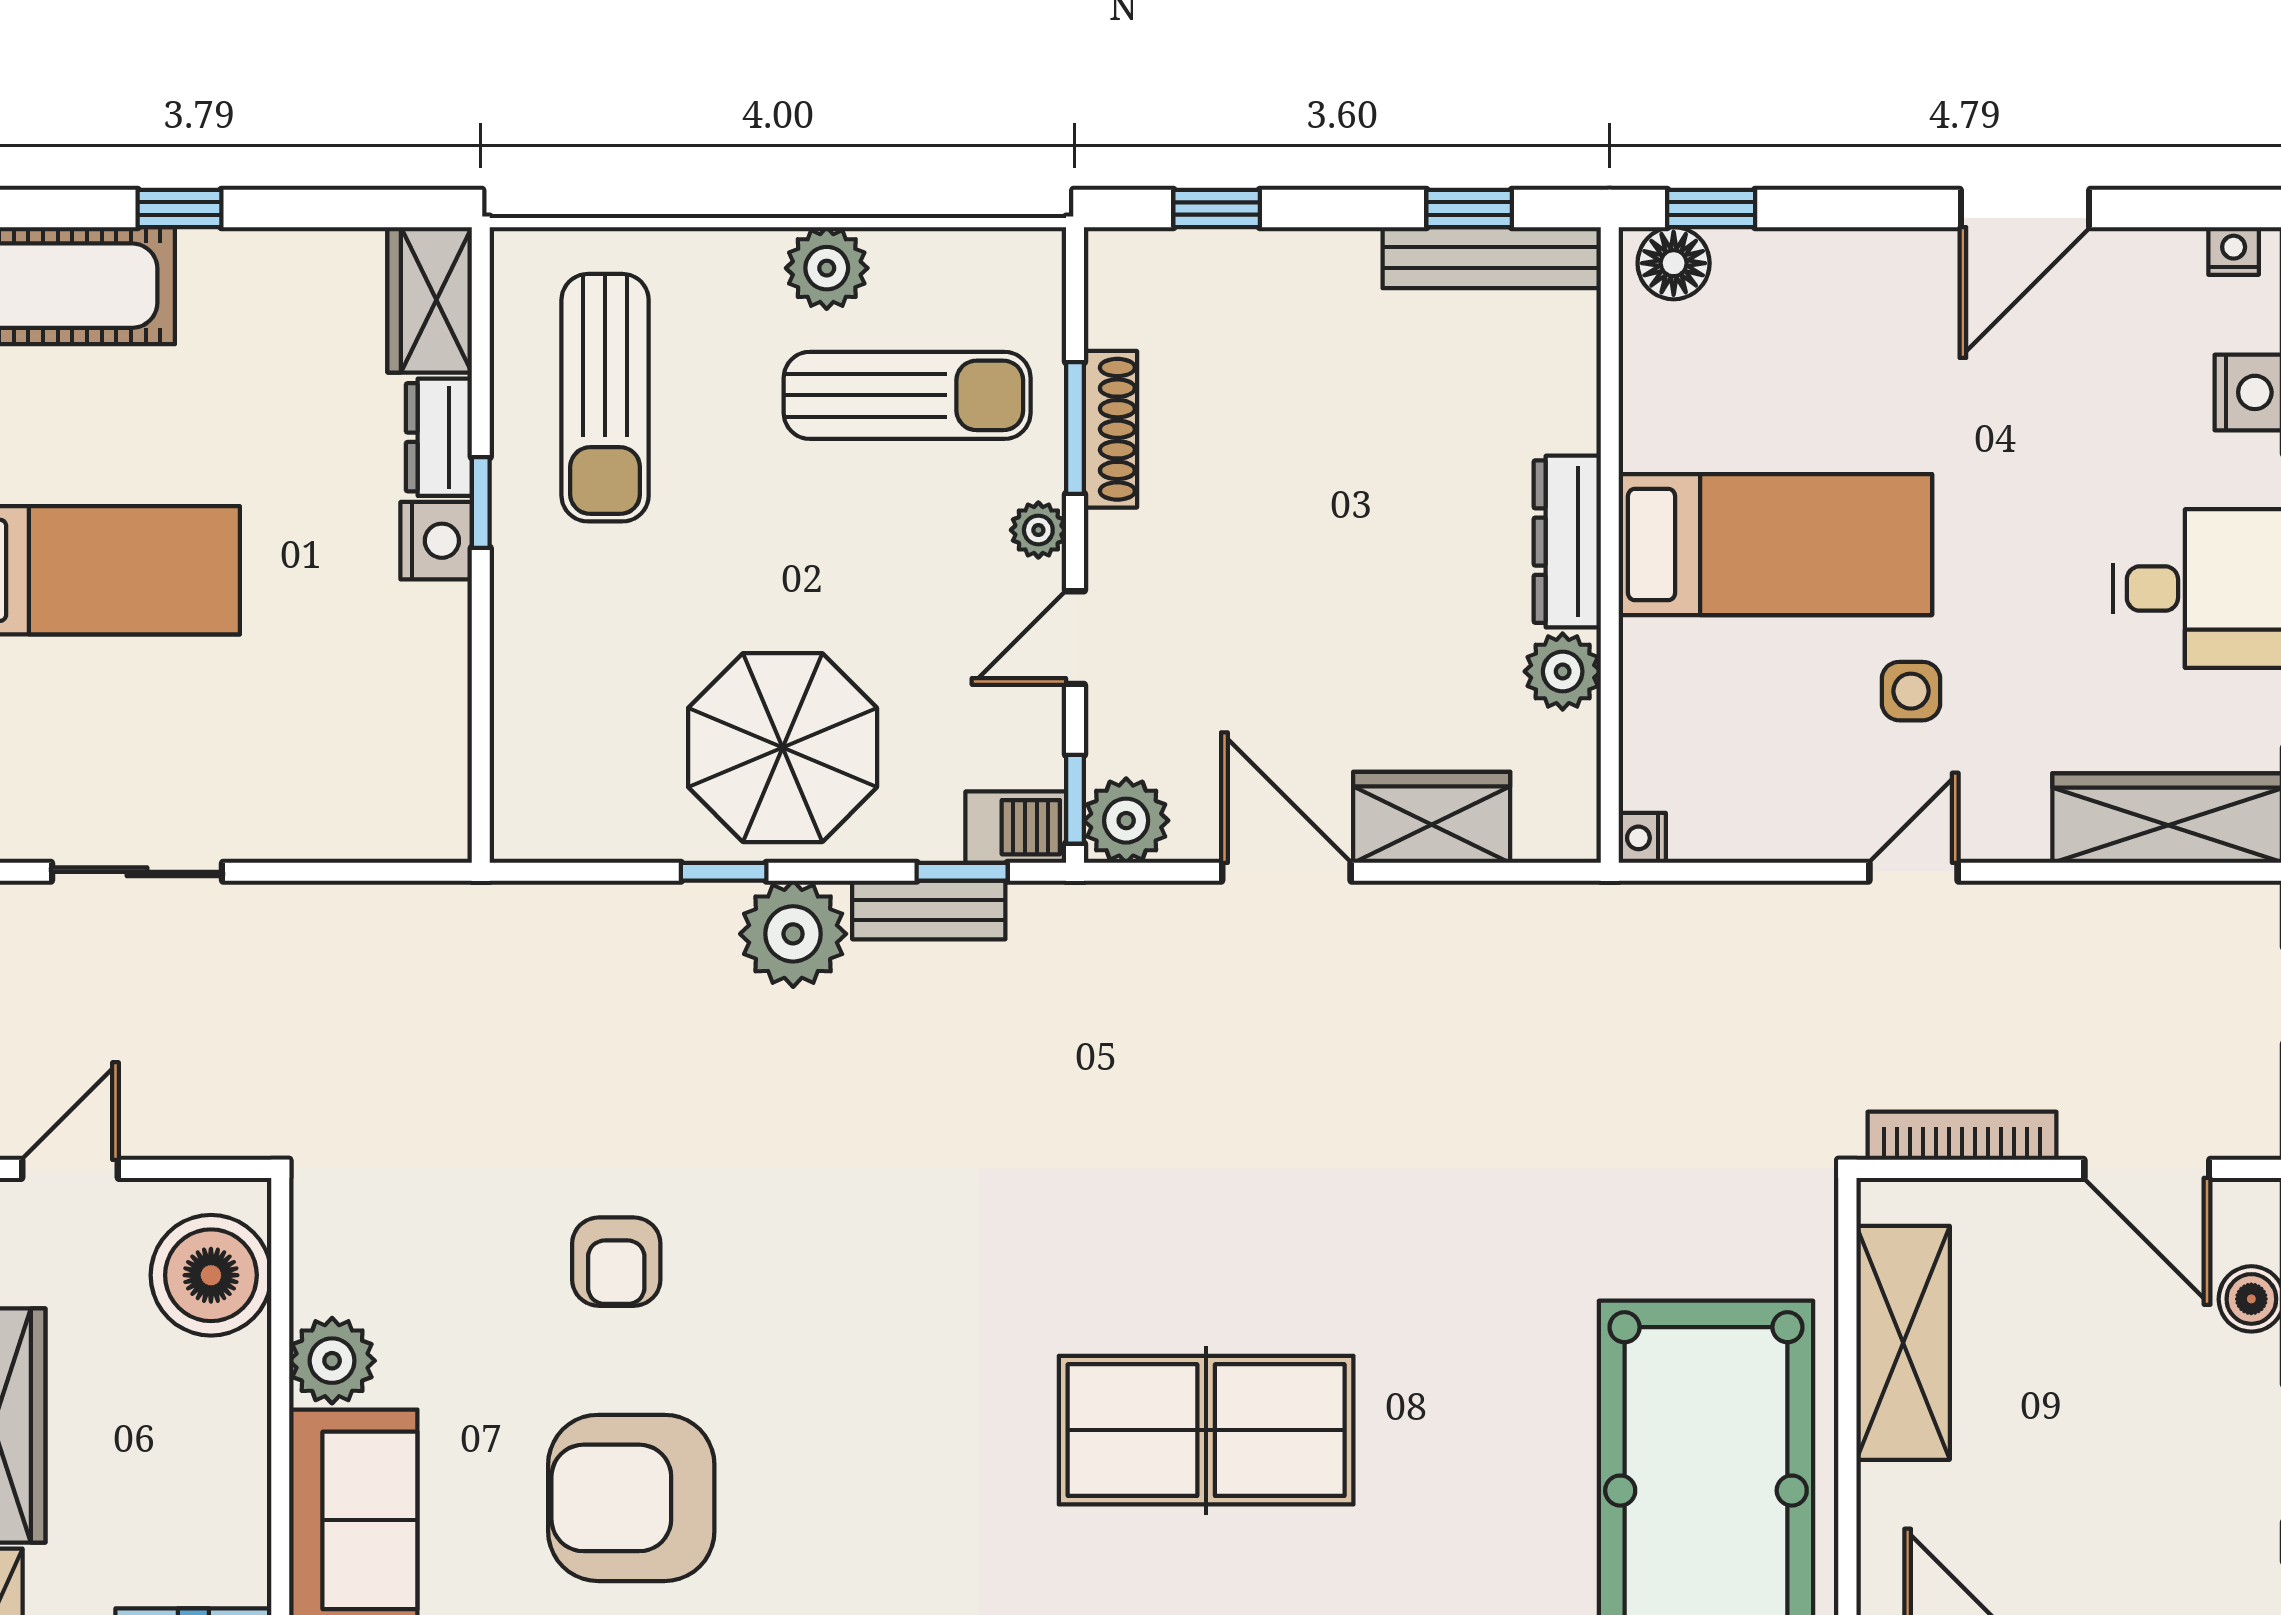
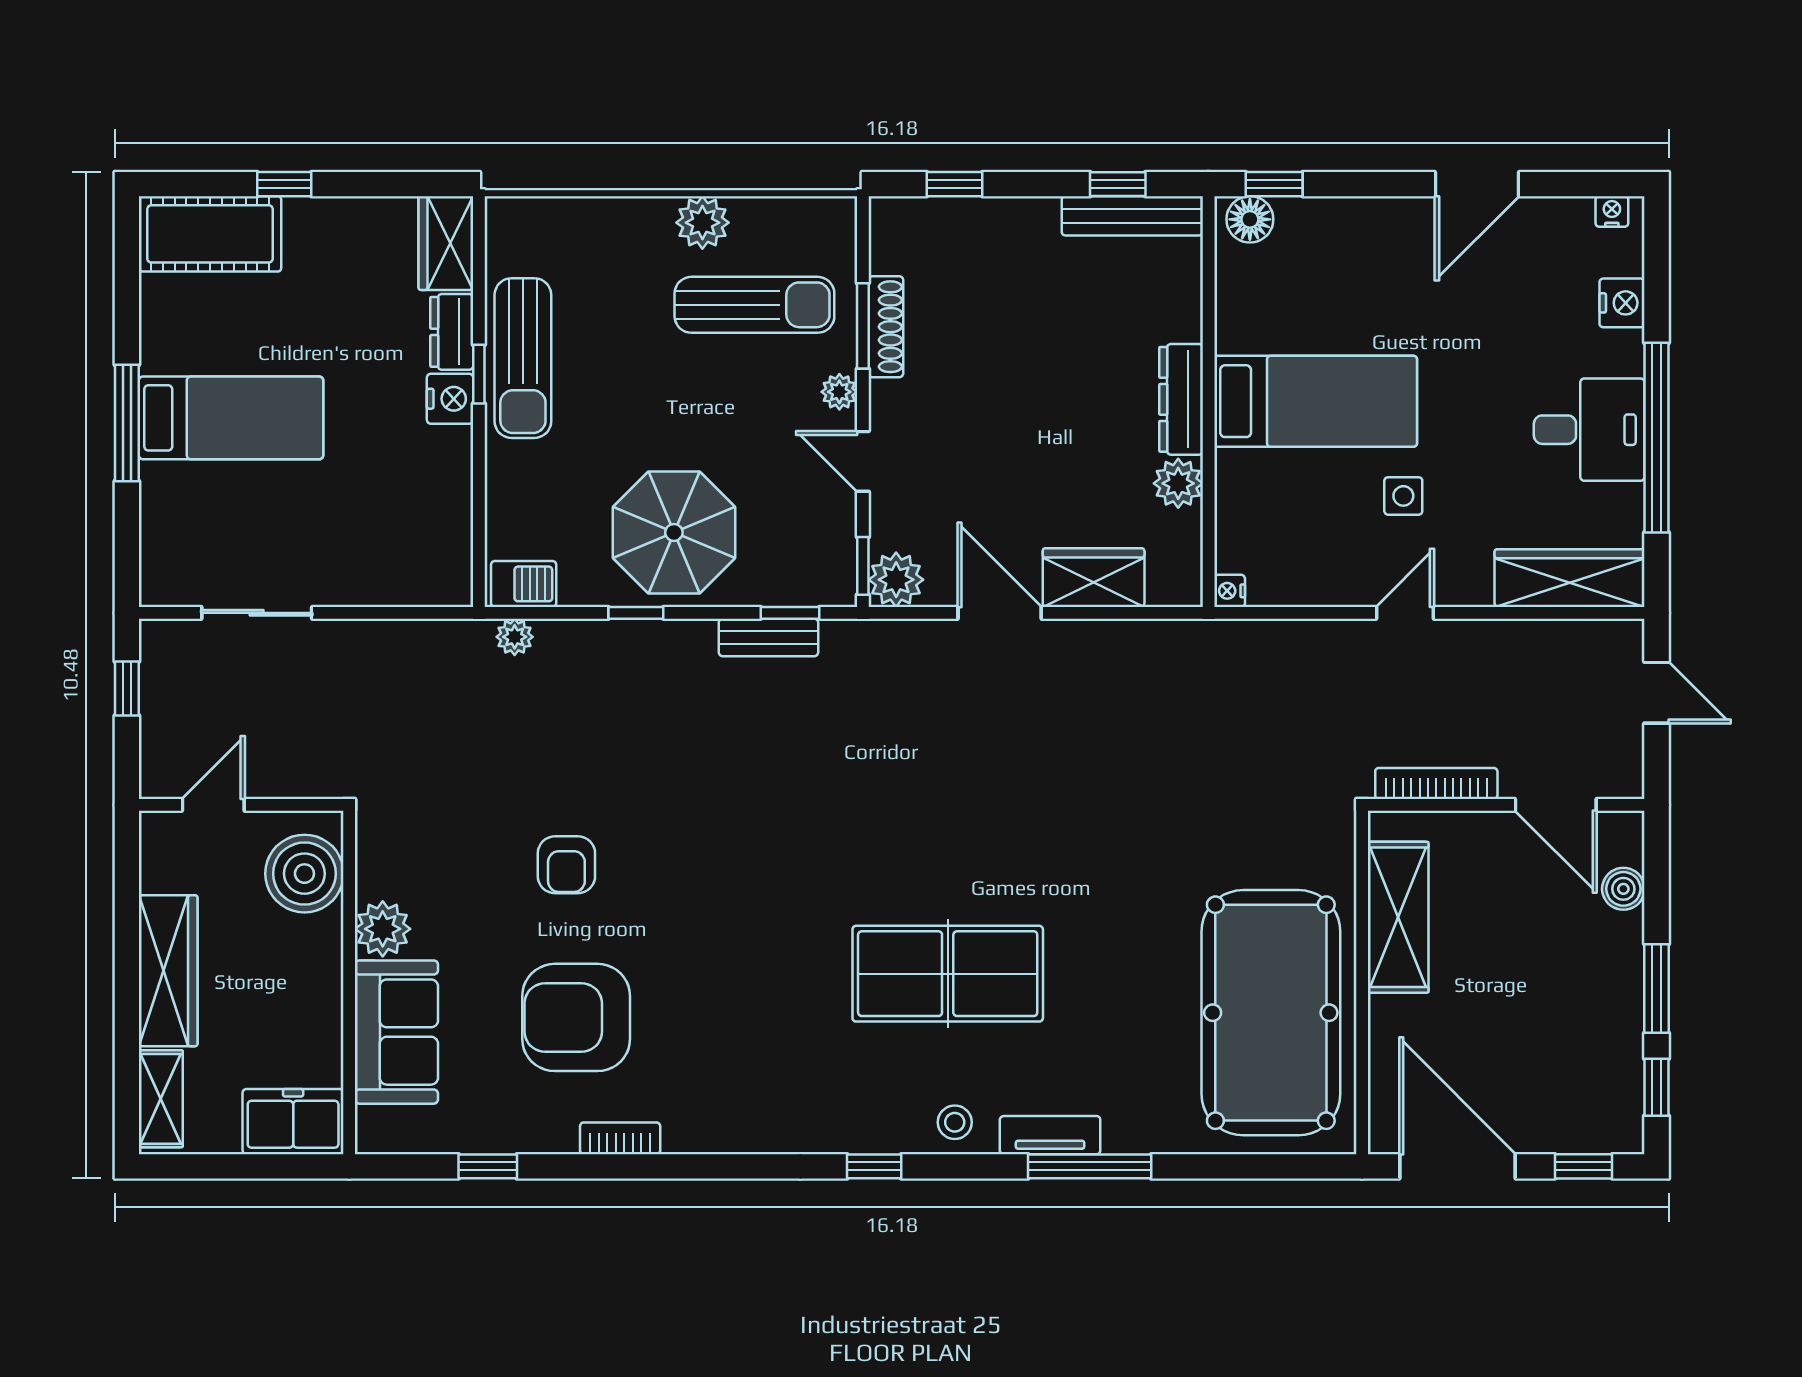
sun lounger: (605, 398) -> (523, 358), moved
door: (1075, 638) -> (863, 461), hinge flipped
barbecue: (1016, 827) -> (524, 584), moved
plant: (793, 934) -> (515, 637), moved, width x0.53, depth x0.53

